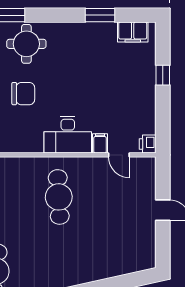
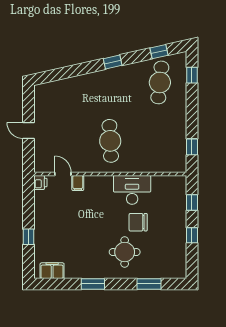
window: (100, 15) -> (93, 284), moved
round table: (26, 44) -> (125, 252), moved
desk: (68, 135) -> (132, 190), moved

